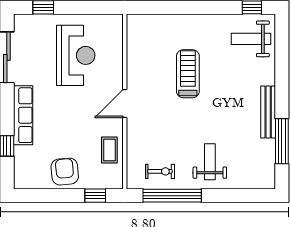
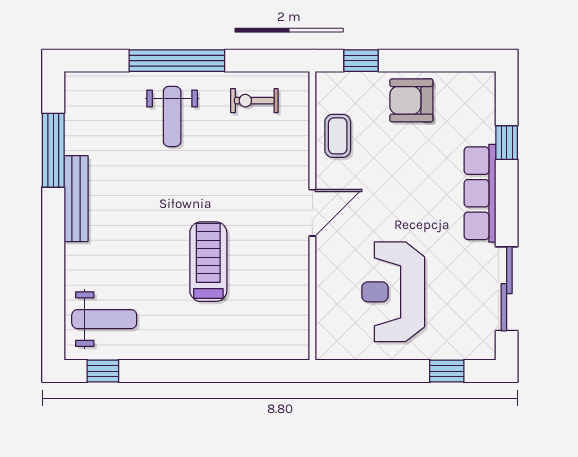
treadmill: (188, 74) -> (208, 262), turned 180
armchair: (65, 172) -> (411, 100), turned 95
window: (172, 196) -> (177, 61), moved

